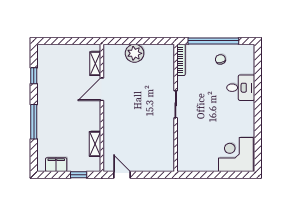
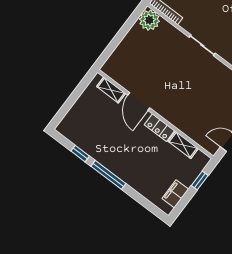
plant: (135, 53) -> (149, 20), moved
locker: (94, 118) -> (159, 128), added
window: (34, 122) -> (108, 175), moved

